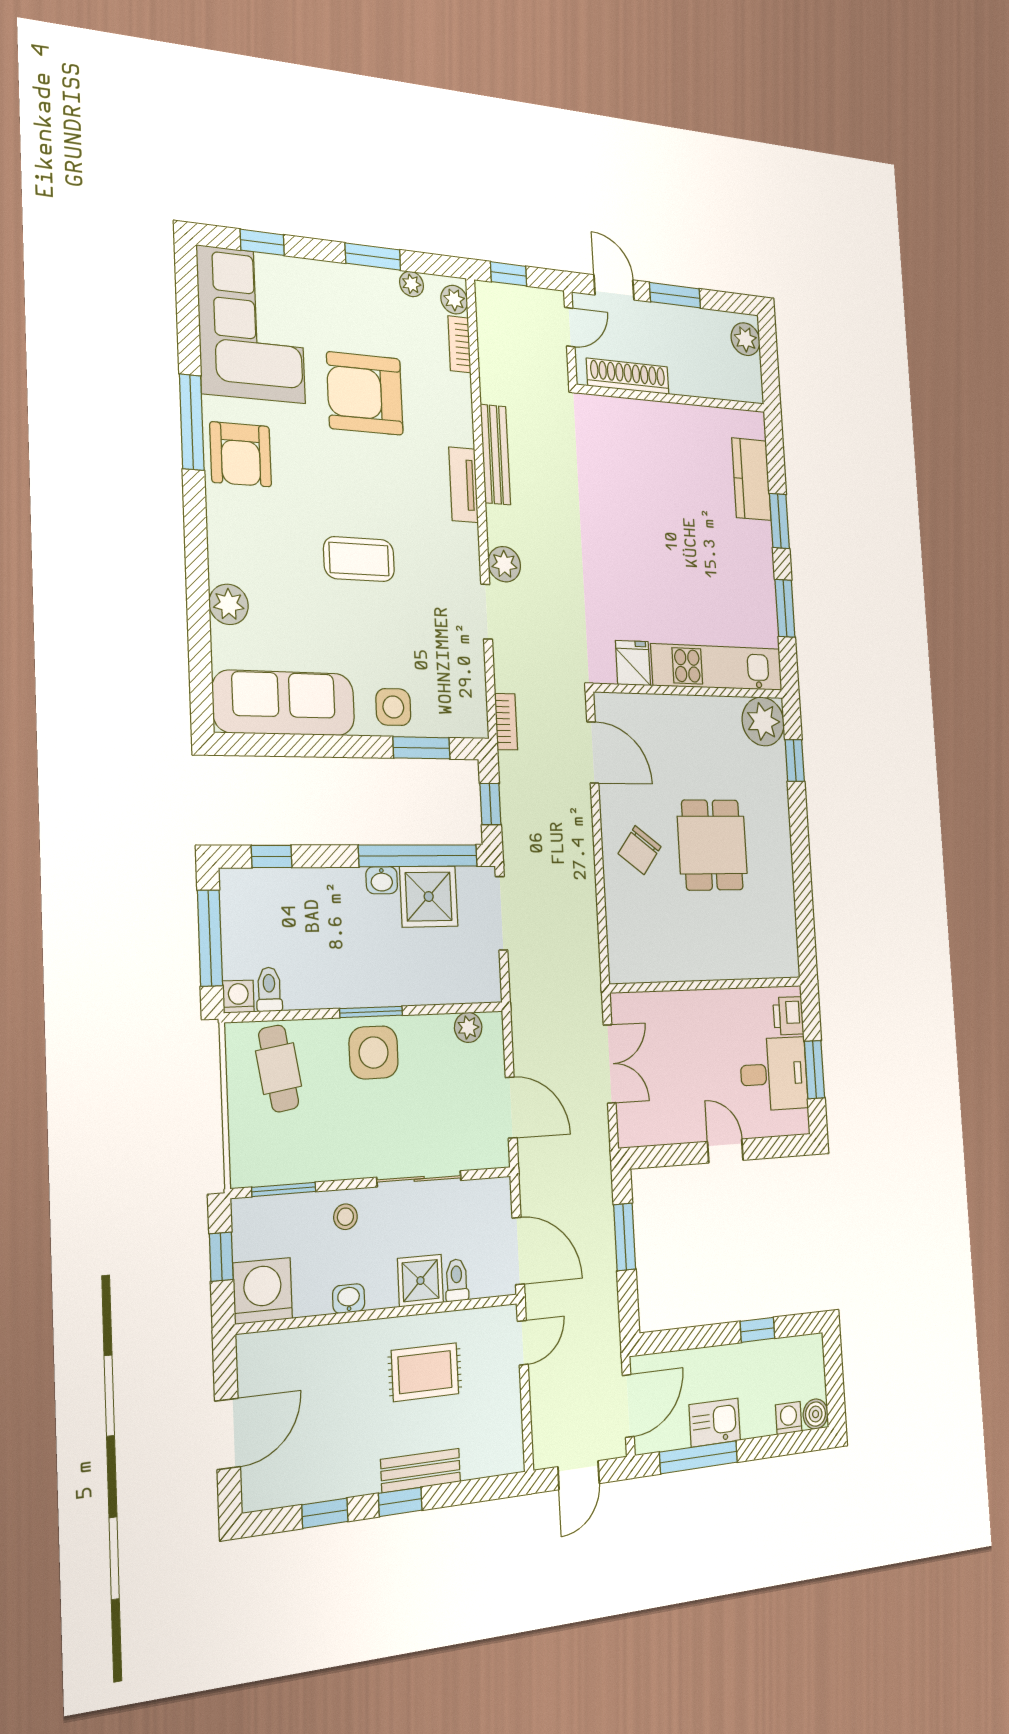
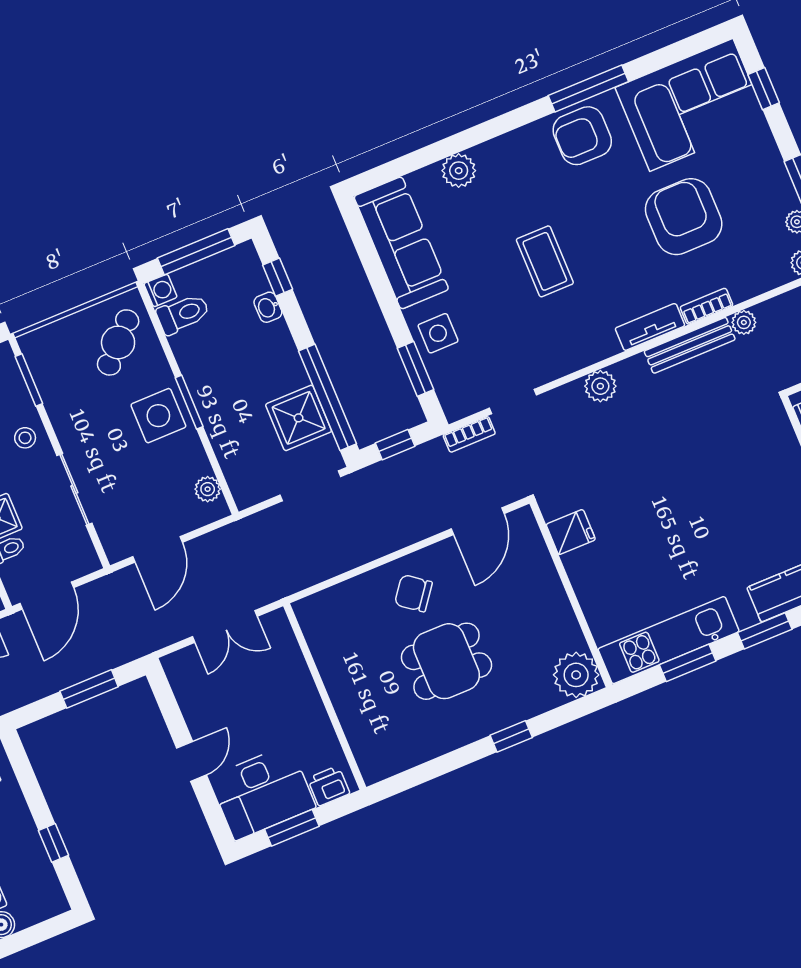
bookcase: (459, 344) -> (707, 306), moved
plant: (492, 389) -> (744, 322), added
doorway: (487, 612) -> (513, 402), moved
kitchen unit: (717, 667) -> (669, 640), moved, turned -90
window: (795, 760) -> (511, 736), moved
washbasin: (382, 880) -> (268, 307), moved
toilet: (269, 989) -> (183, 314), width x1.37, depth x1.39
cafe table: (279, 1068) -> (118, 342), turned -36
desk: (774, 1074) -> (262, 792), width x1.37

